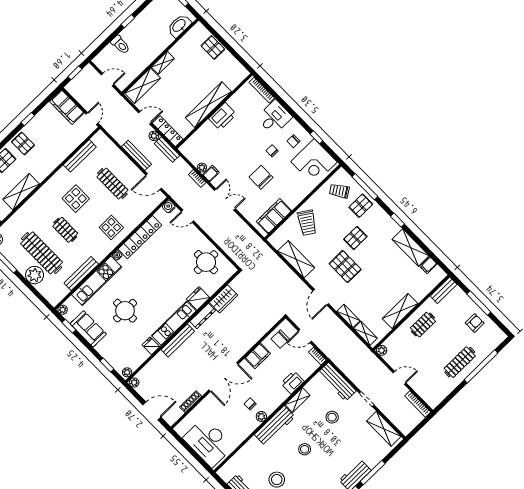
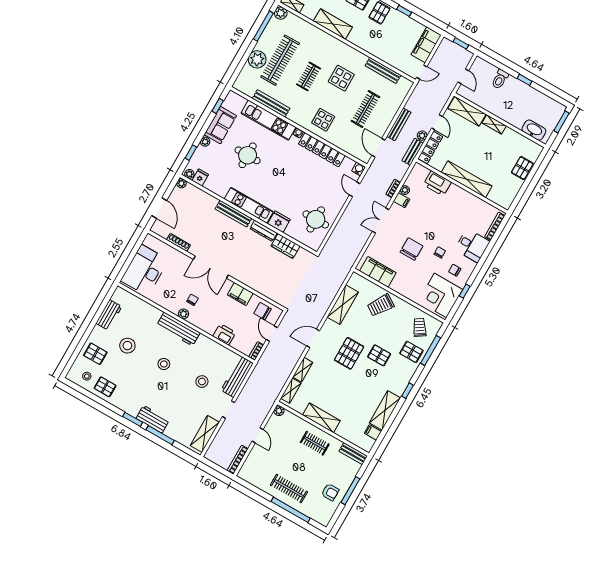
printer: (223, 116) -> (437, 183), moved
double door: (225, 199) -> (381, 220), swing flipped
plant: (63, 310) -> (205, 142), moved
fridge: (151, 346) -> (200, 178), moved
shelving: (298, 400) -> (209, 344), removed

